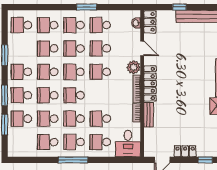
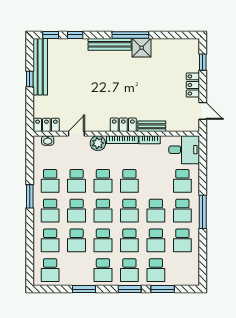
window: (179, 7) -> (30, 79), moved
locker: (150, 83) -> (123, 125), width x0.66
school desk: (100, 119) -> (129, 181), moved

